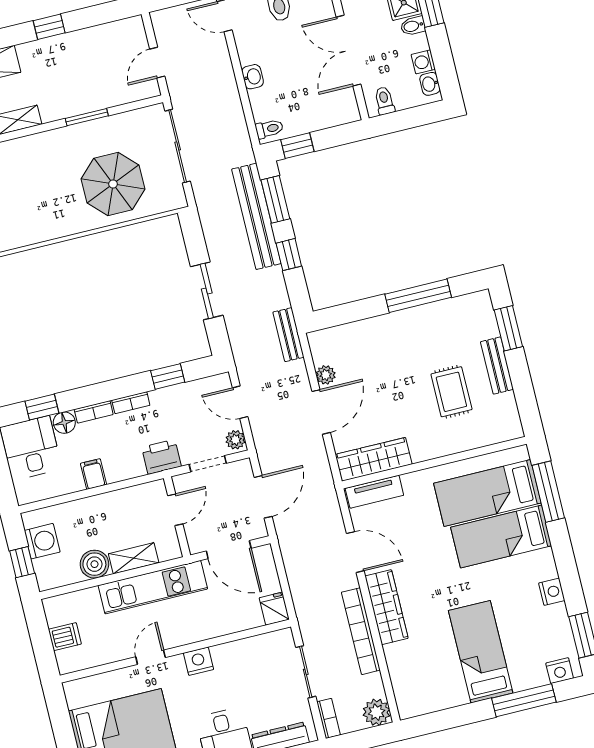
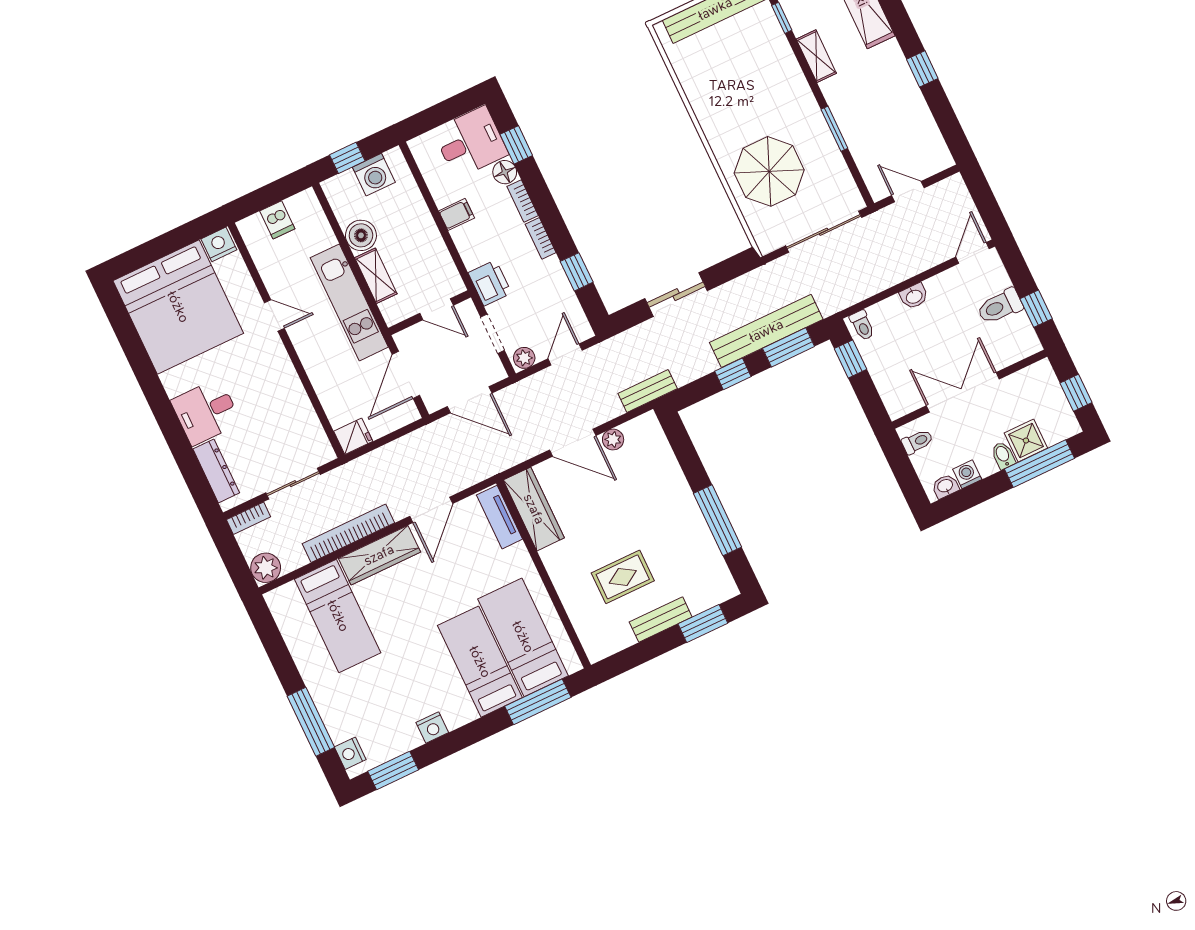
bed: (481, 652) -> (338, 616), moved, turned 90
nightstand: (198, 661) -> (219, 244), moved, turned -90

